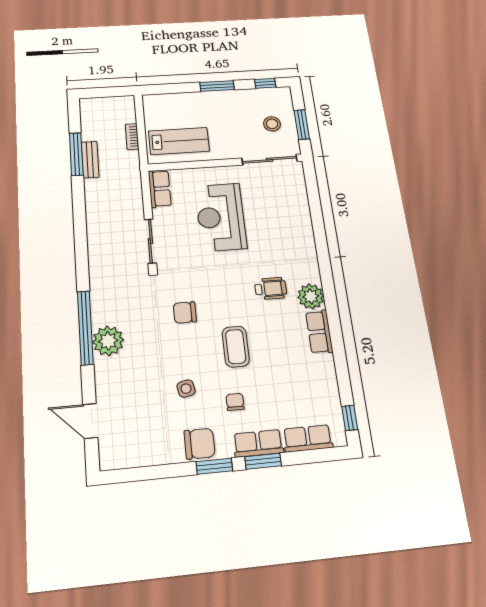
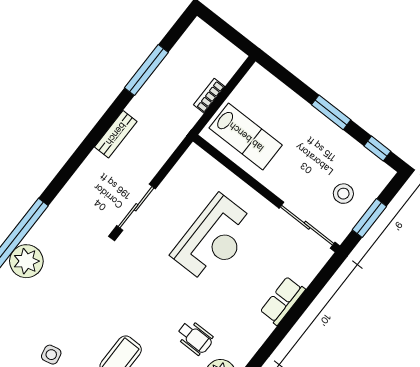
bench: (90, 160) -> (116, 134), moved
row of seats: (160, 189) -> (283, 301), moved, turned 180
reception desk: (221, 217) -> (214, 239), turned 180
chair: (185, 312) -> (107, 293), removed

